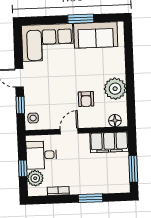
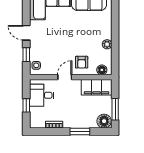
plant: (115, 89) -> (107, 44), width x0.53, depth x0.53
armchair: (86, 99) -> (82, 62), moved
plant: (35, 178) -> (36, 114), removed
floor lamp: (120, 184) -> (104, 121), added

